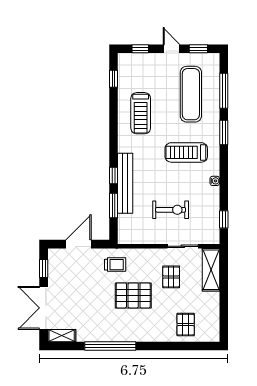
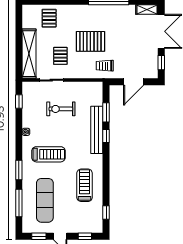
shelving: (211, 270) -> (29, 54), width x1.47

